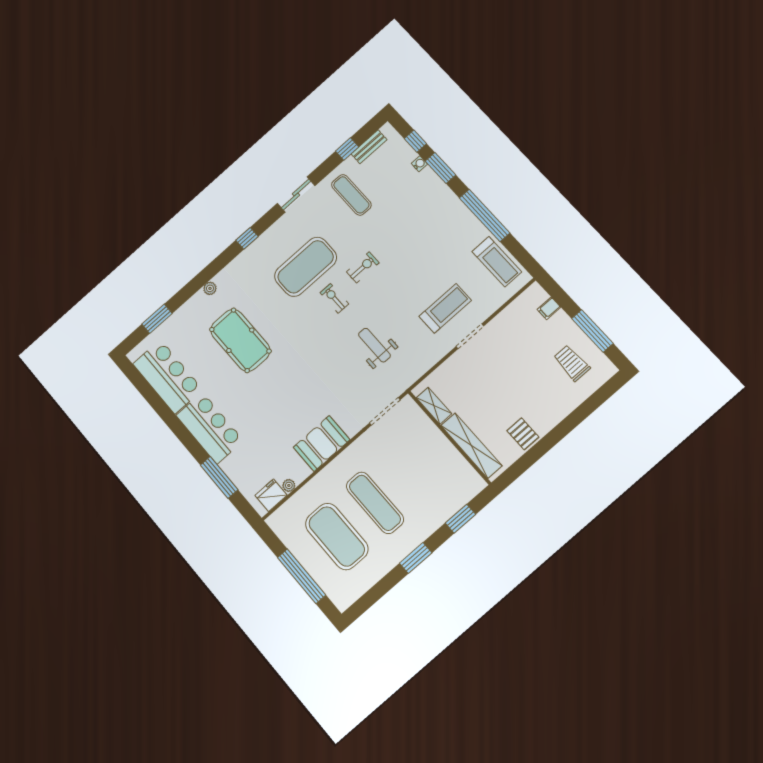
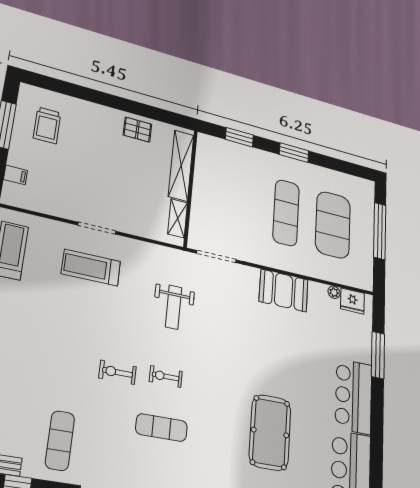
exercise mat: (306, 267) -> (162, 428), width x0.50, depth x0.69
exercise bike: (334, 298) -> (166, 376), turned 90
pallet: (523, 434) -> (137, 130), turned 90

